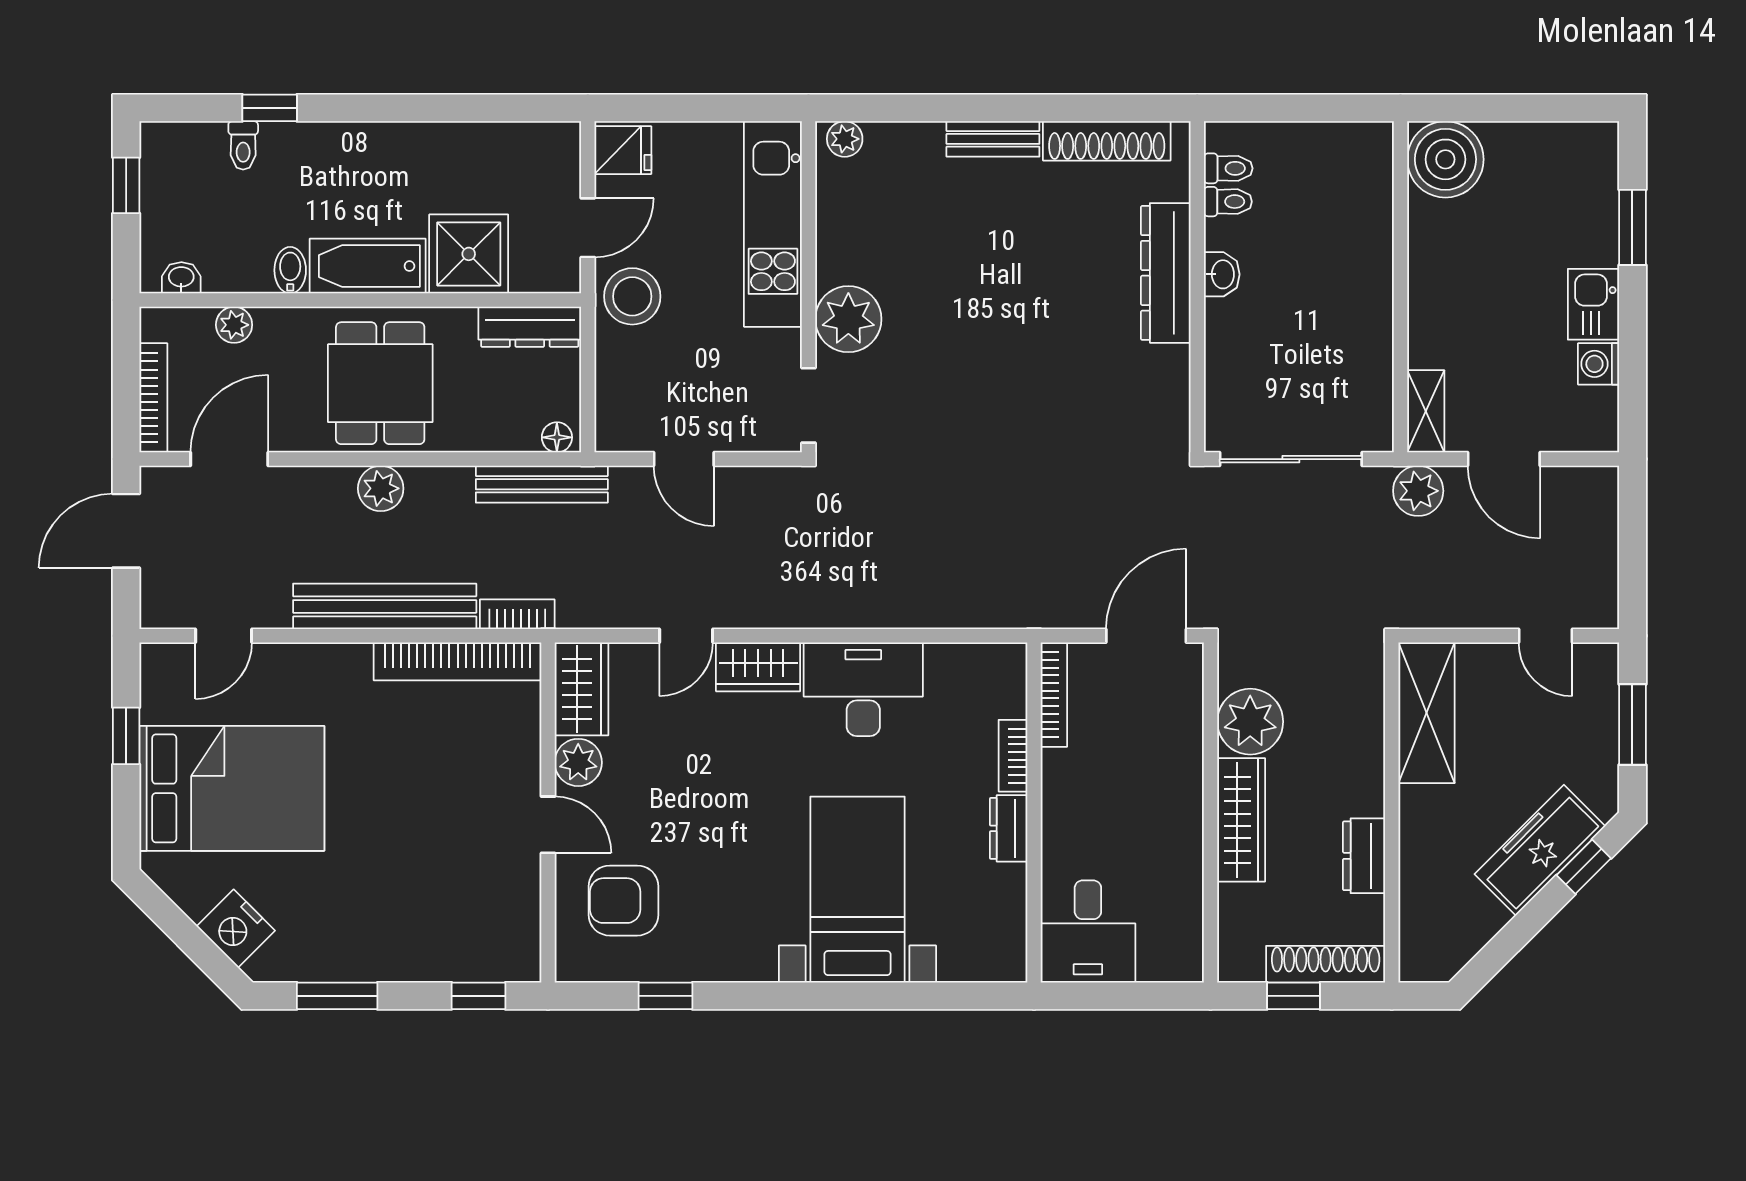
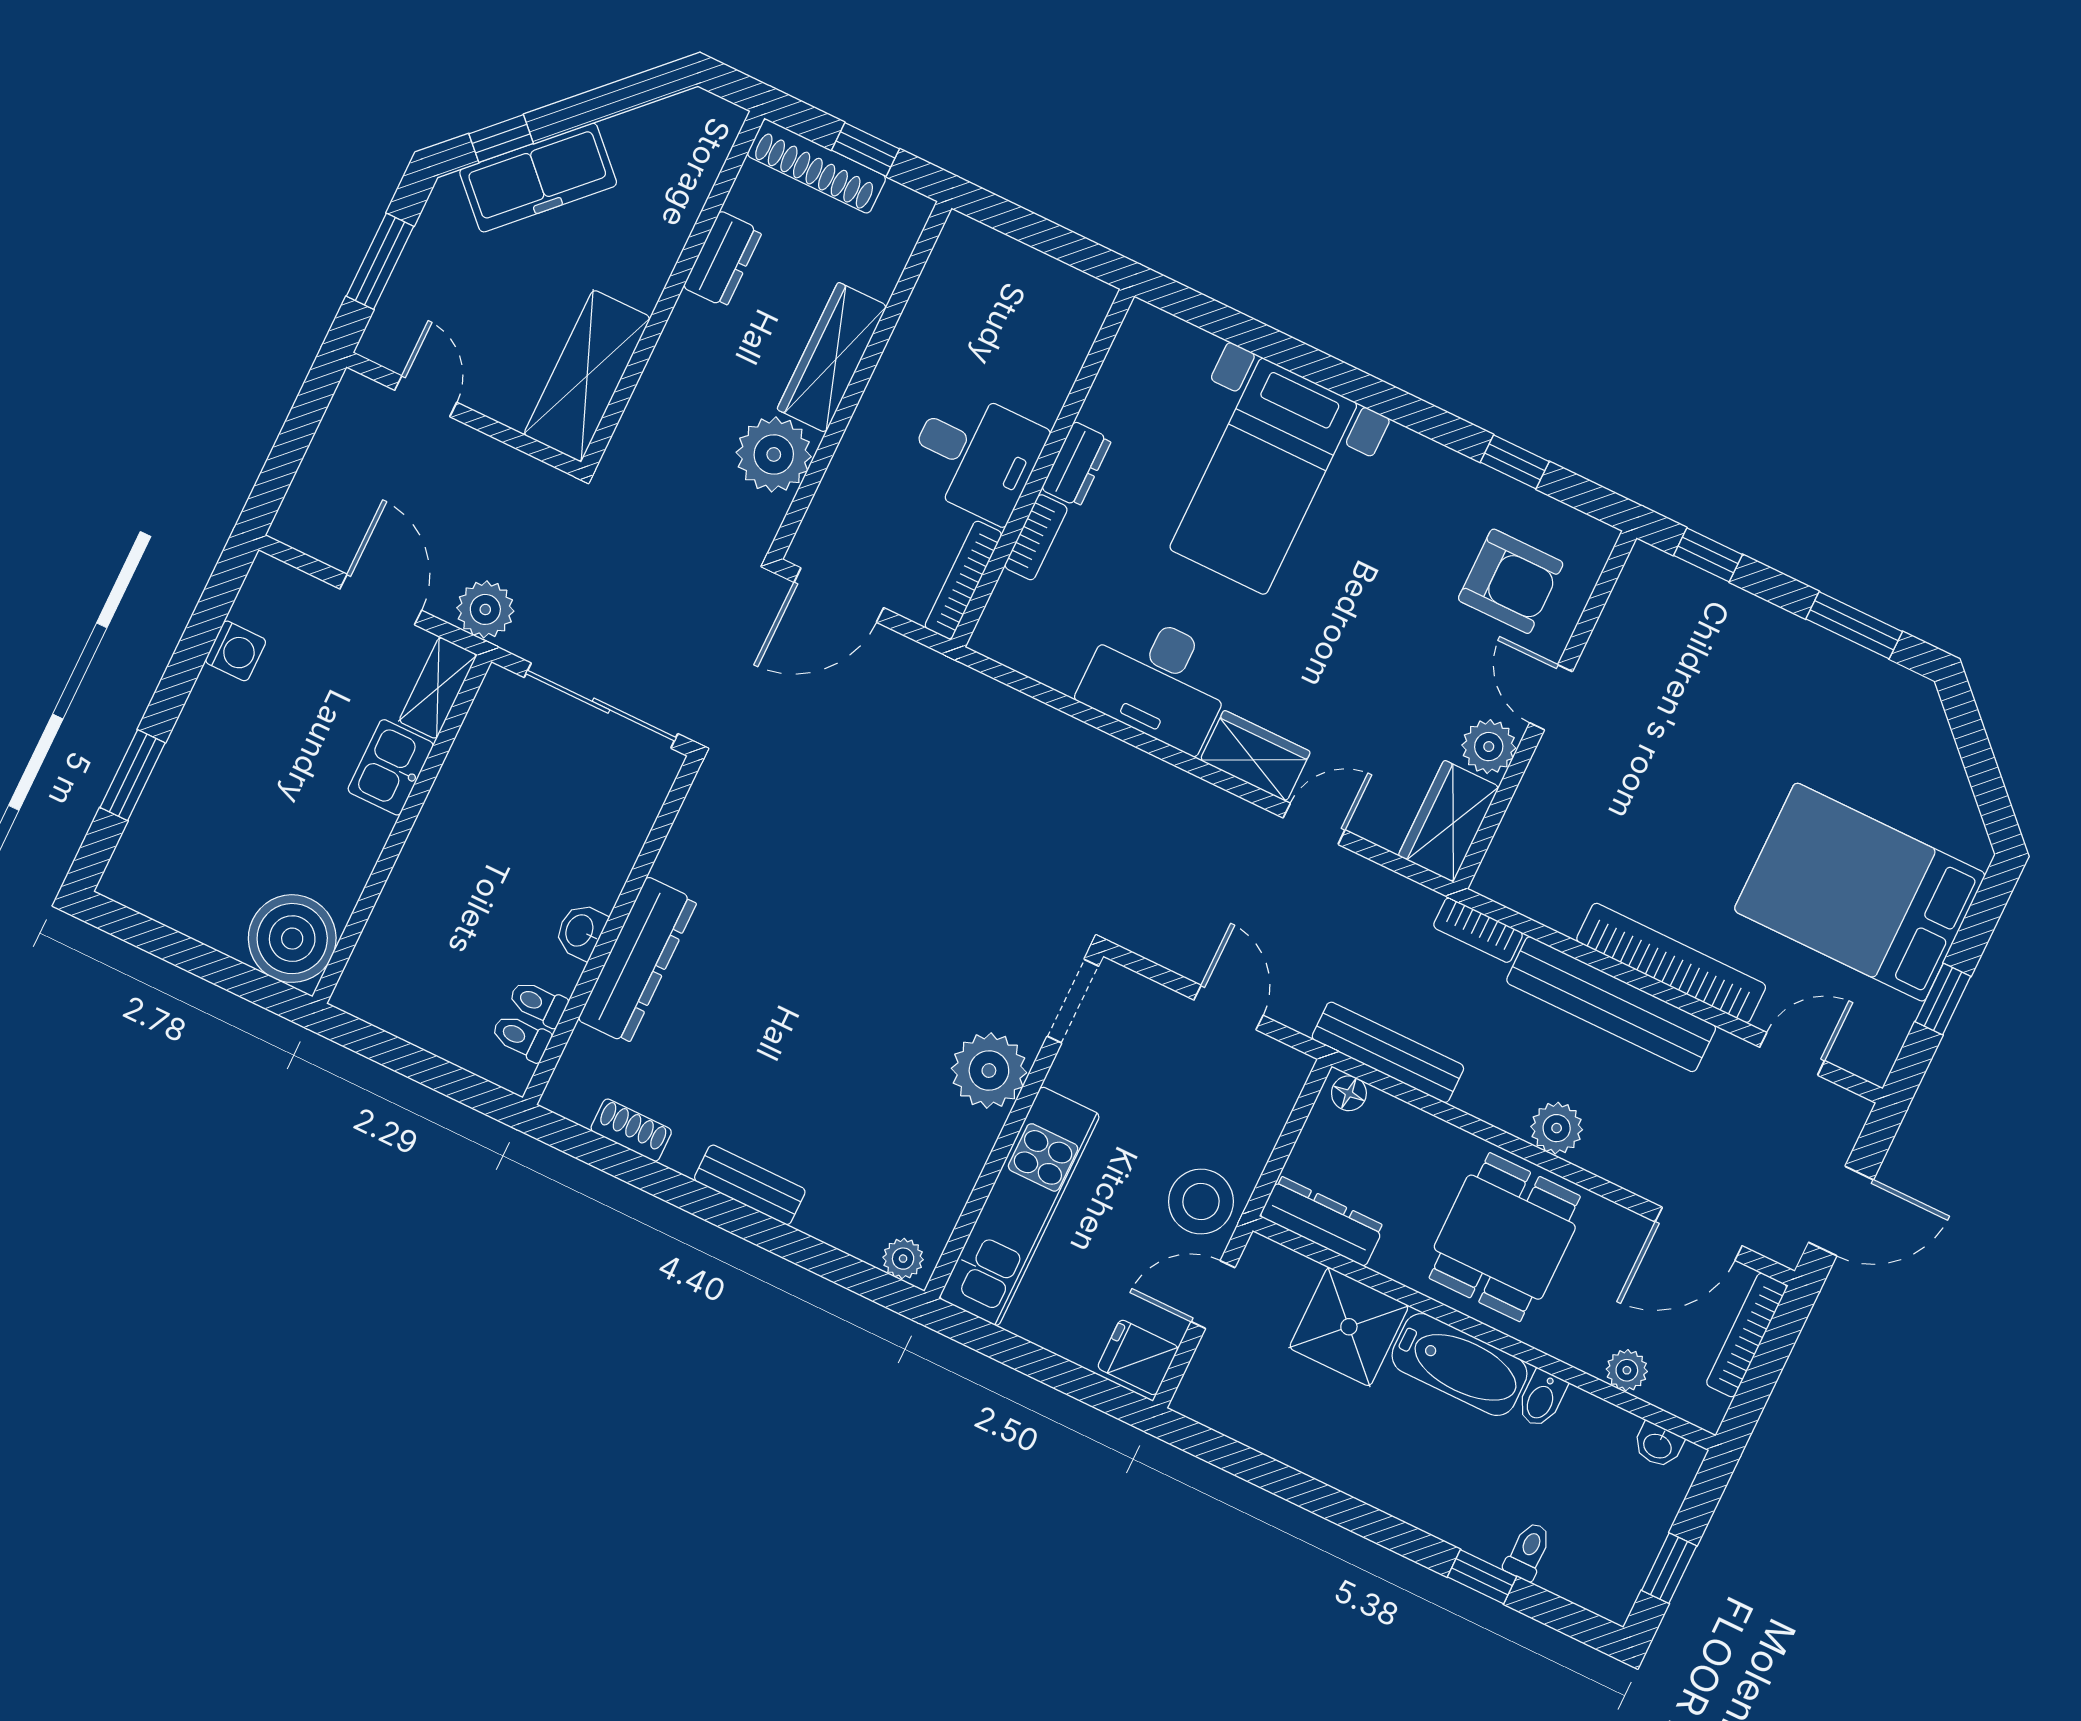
shoe rack: (1107, 141) -> (631, 1130), width x0.51, depth x0.81
kitchen sink: (1594, 304) -> (391, 767), moved, turned 180
bookcase: (458, 661) -> (1671, 963), moved
nightstand: (236, 929) -> (1925, 745), removed
desk: (1088, 932) -> (976, 455), moved, turned 90

